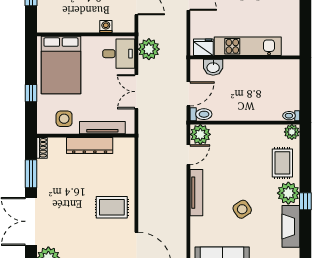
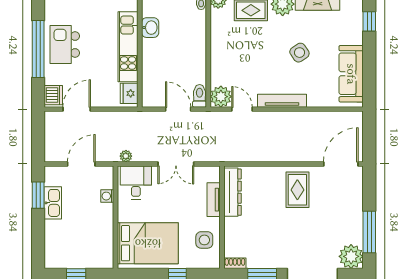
plant: (149, 49) -> (126, 156), width x0.53, depth x0.53
washbasin: (213, 67) -> (150, 28), moved
tv unit: (102, 128) -> (214, 200), width x0.71
dresser: (90, 145) -> (232, 192), moved

